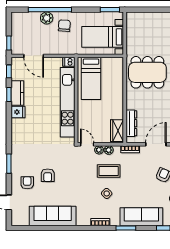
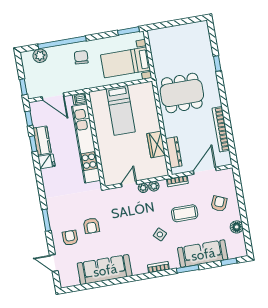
plant: (47, 18) -> (40, 56), moved
dishwasher: (69, 62) -> (80, 99), moved
wall: (76, 100) -> (95, 139), moved
kitchen unit: (68, 102) -> (86, 143), moved
wardrobe: (117, 131) -> (156, 144), moved
door: (87, 144) -> (129, 184), hinge flipped
coffee table: (109, 171) -> (185, 213), moved

